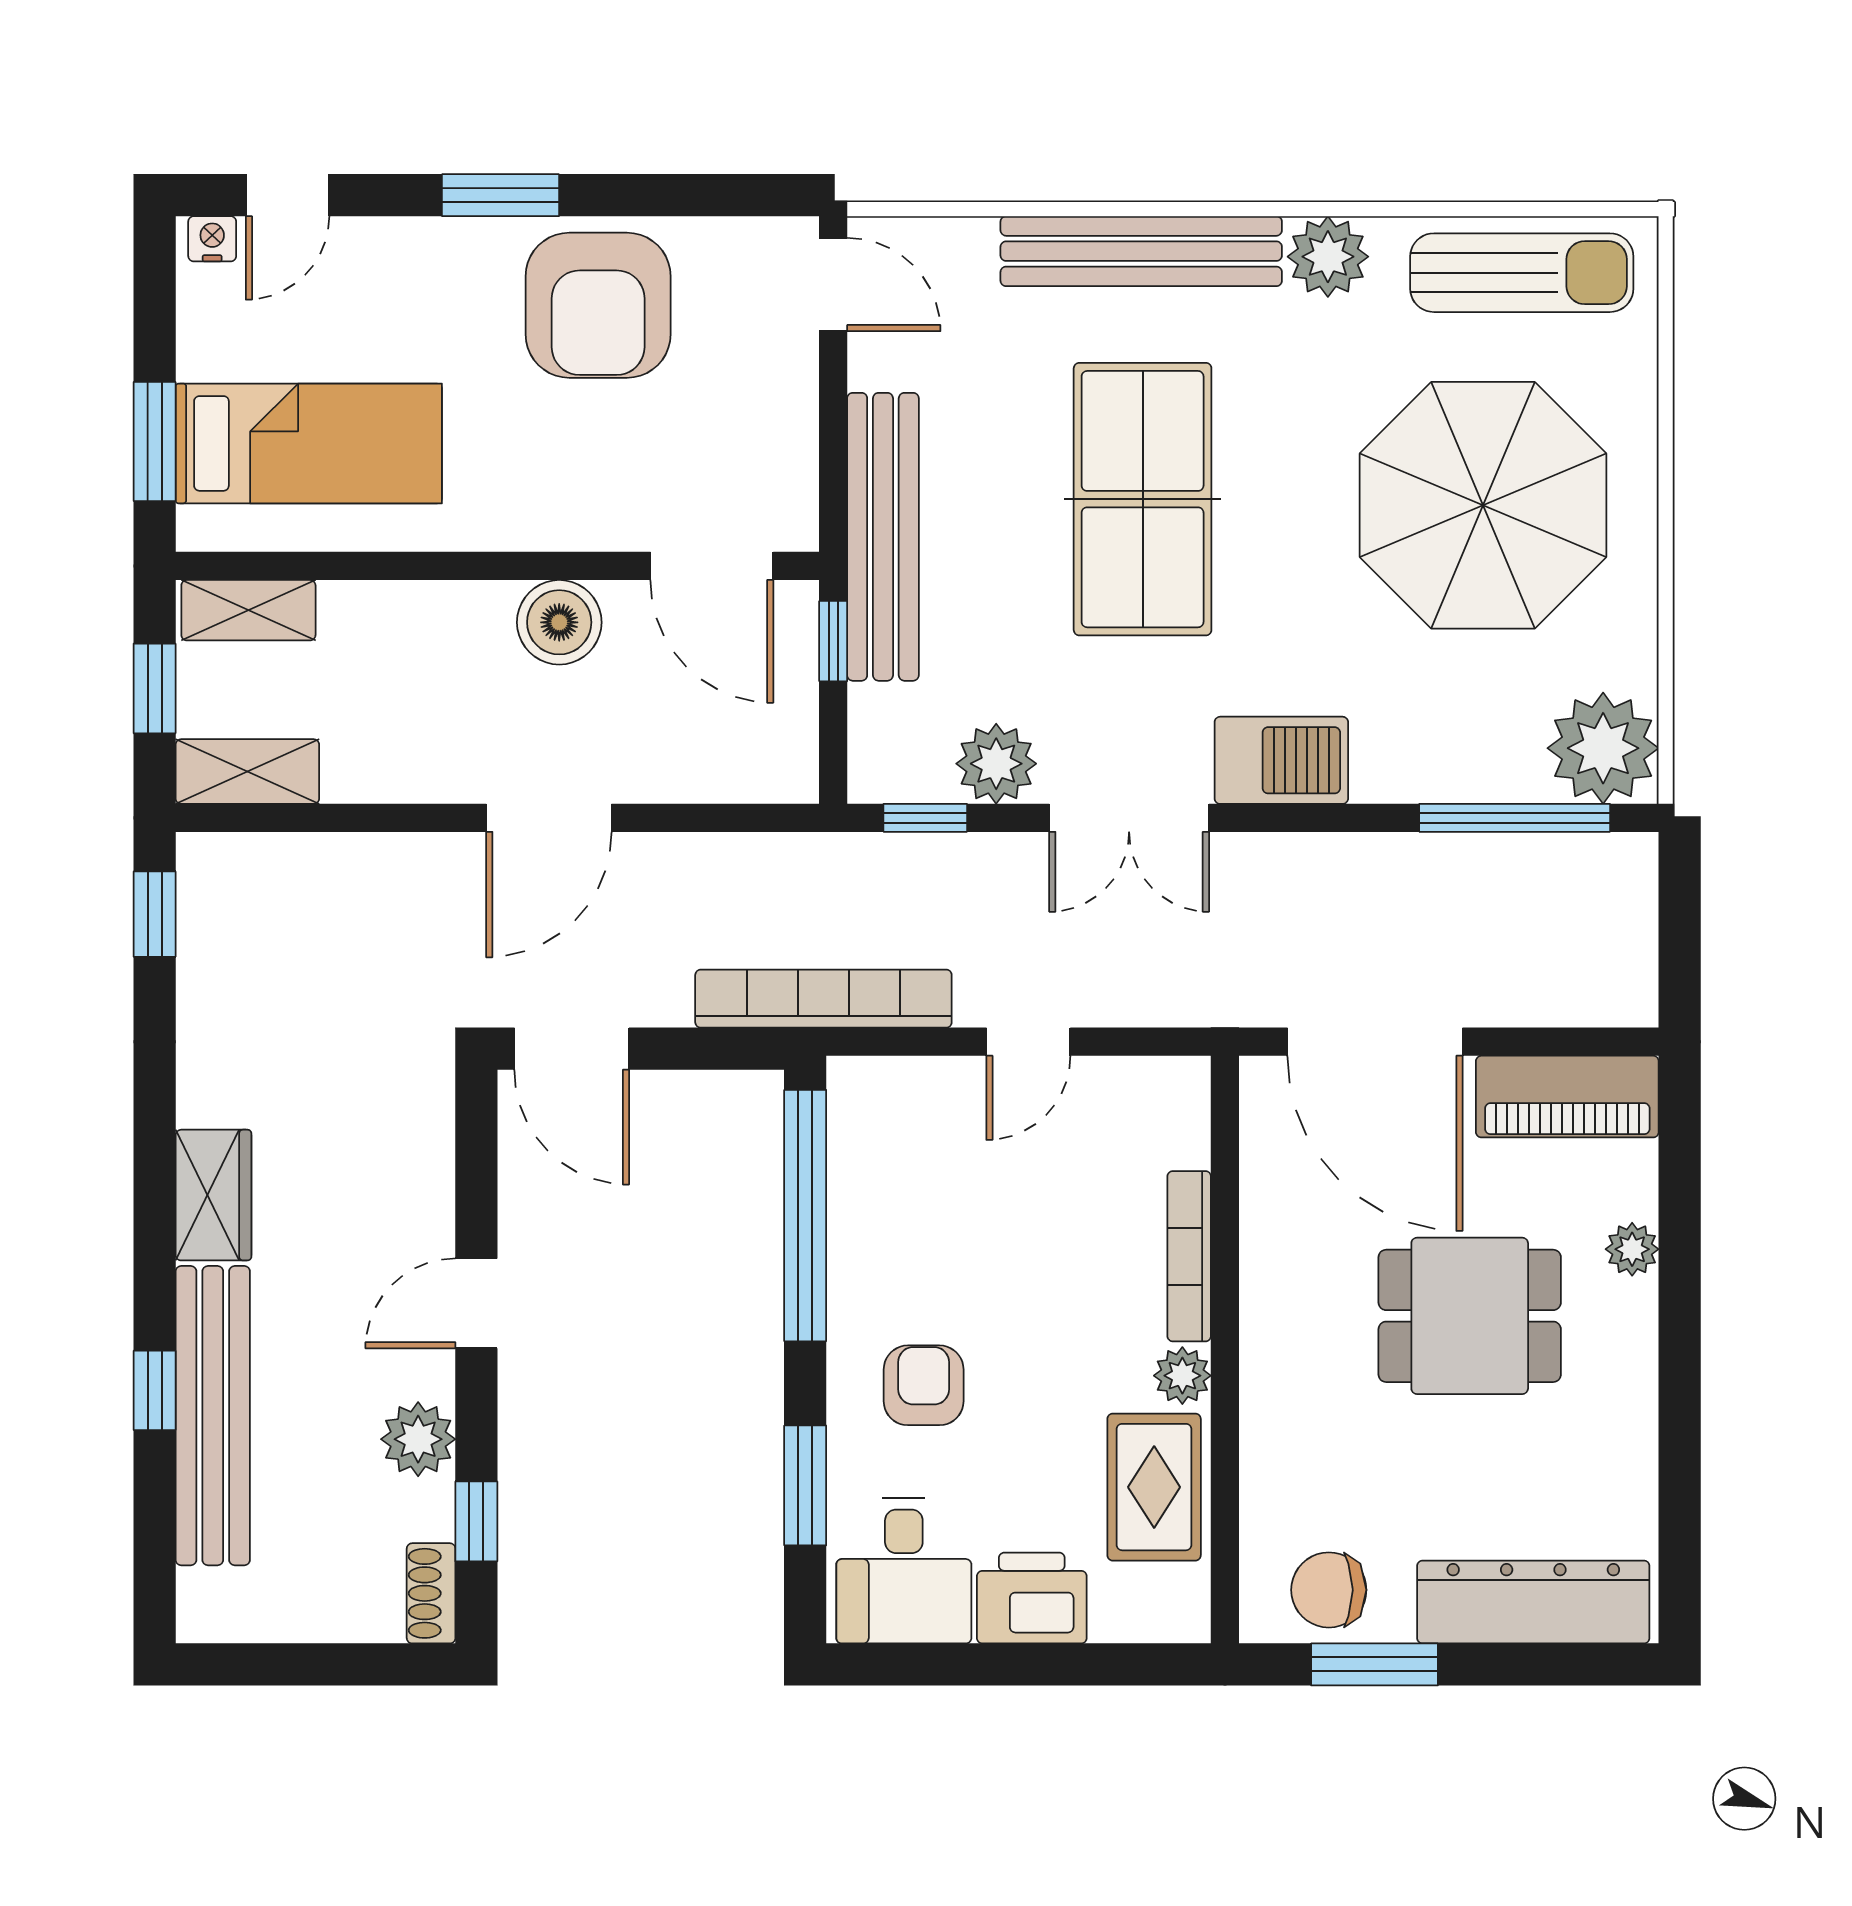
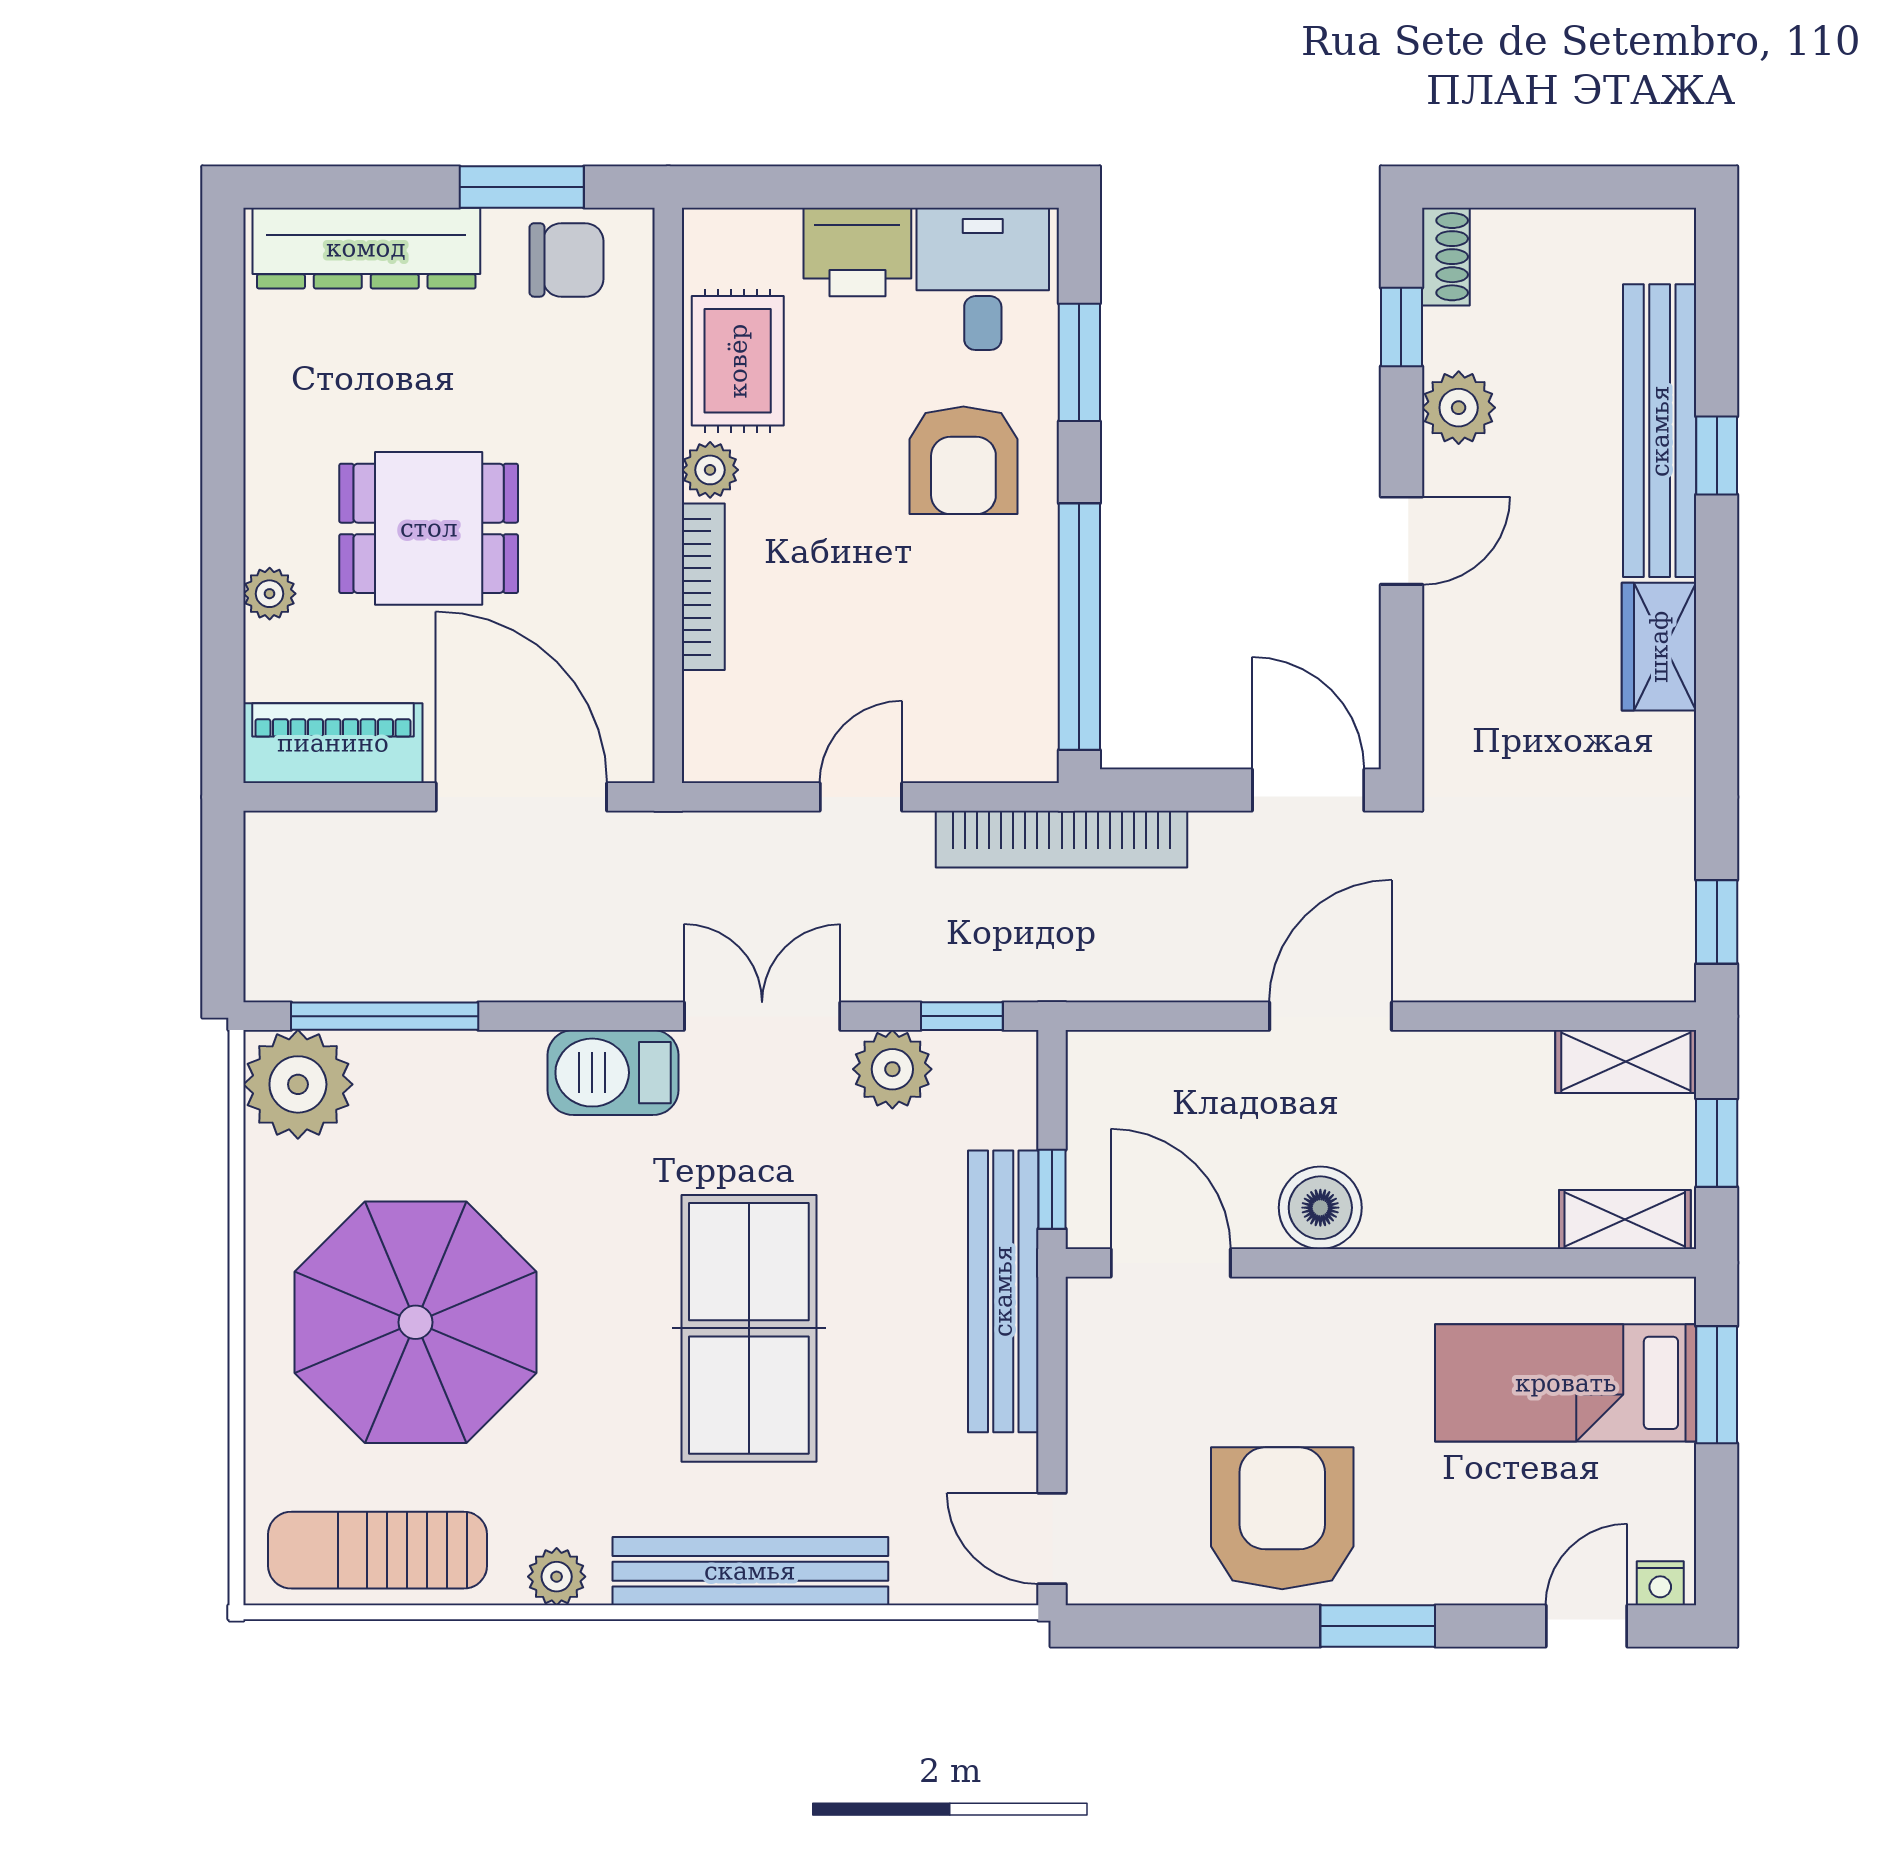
plant: (1328, 257) -> (557, 1577), width x0.73, depth x0.73
armchair: (924, 1385) -> (963, 460), width x1.38, depth x1.38

